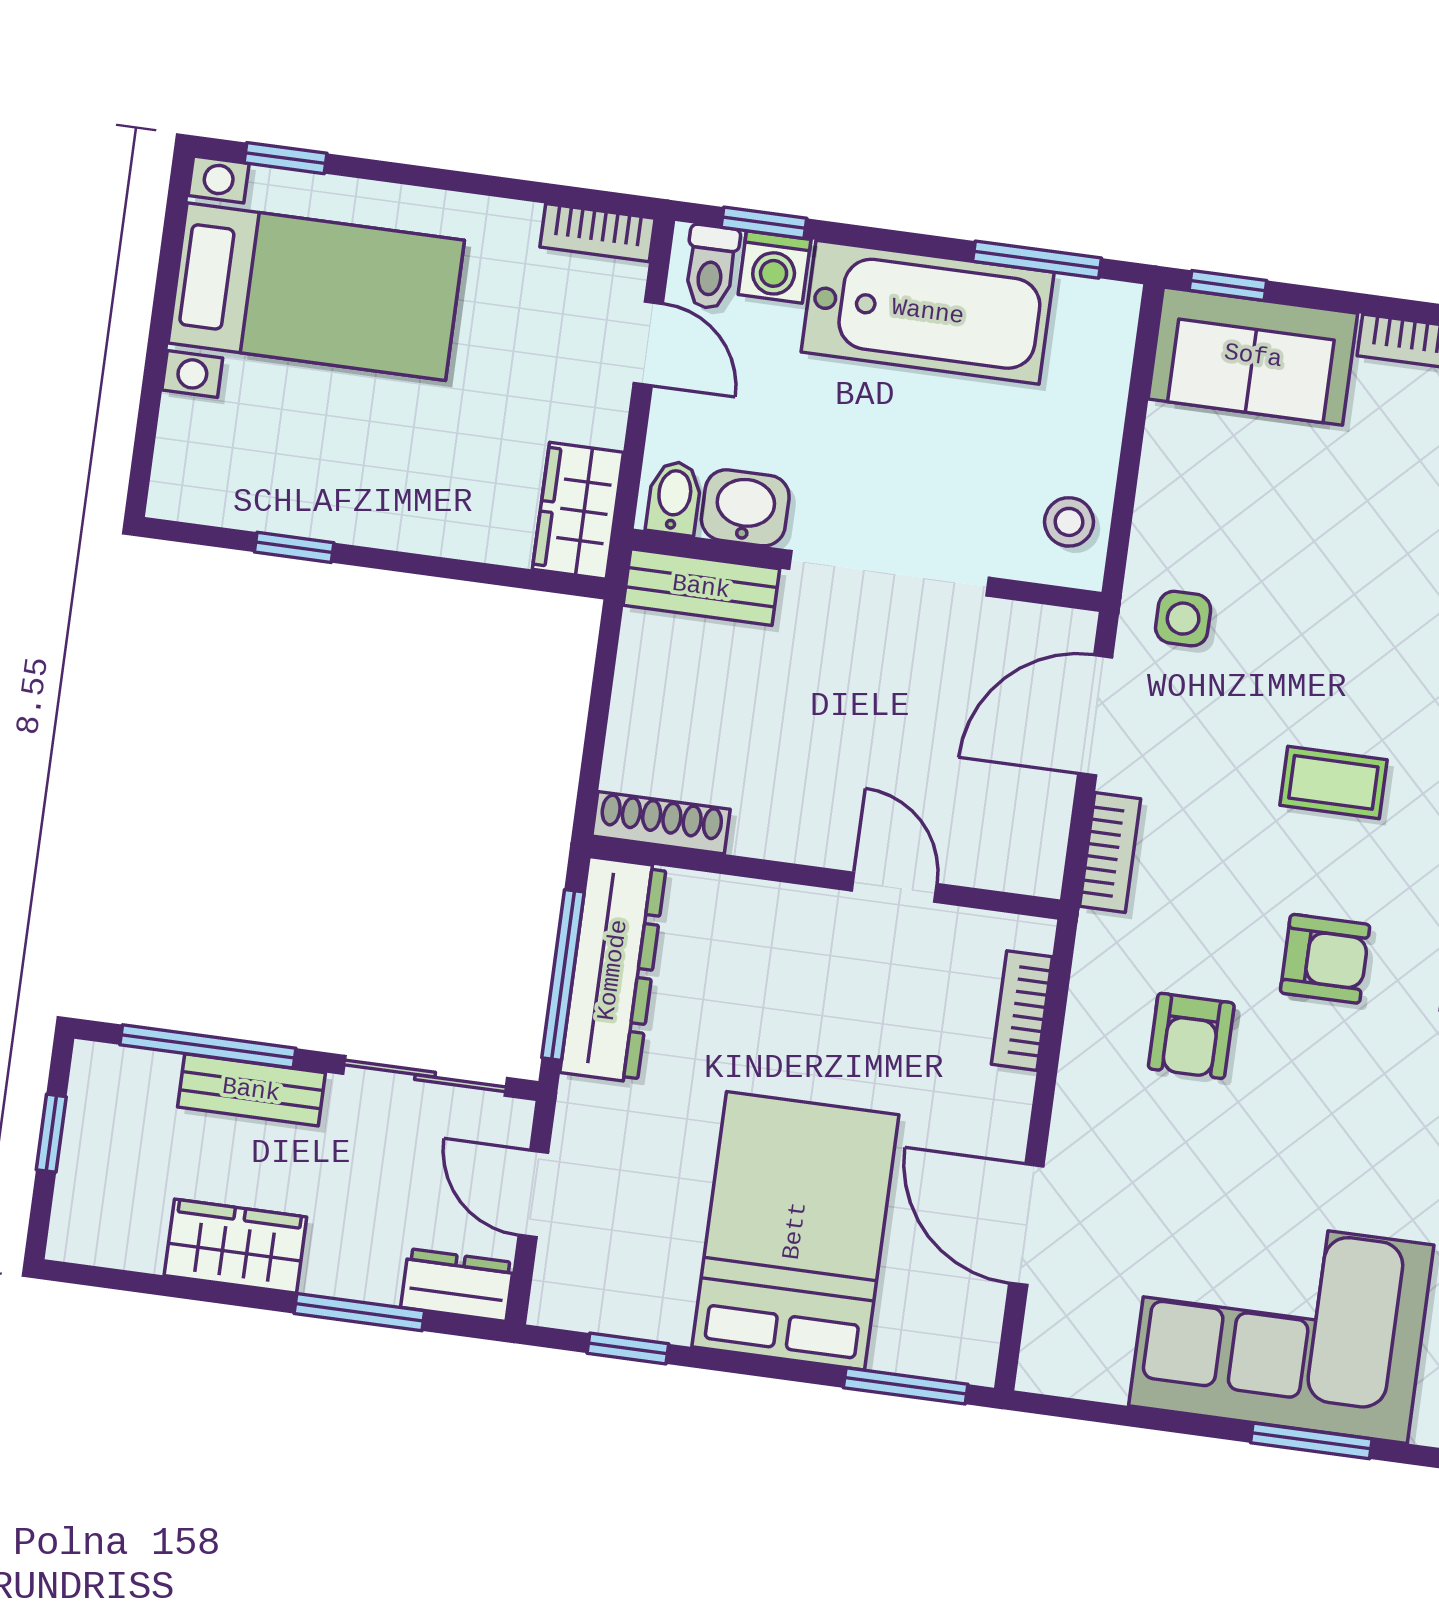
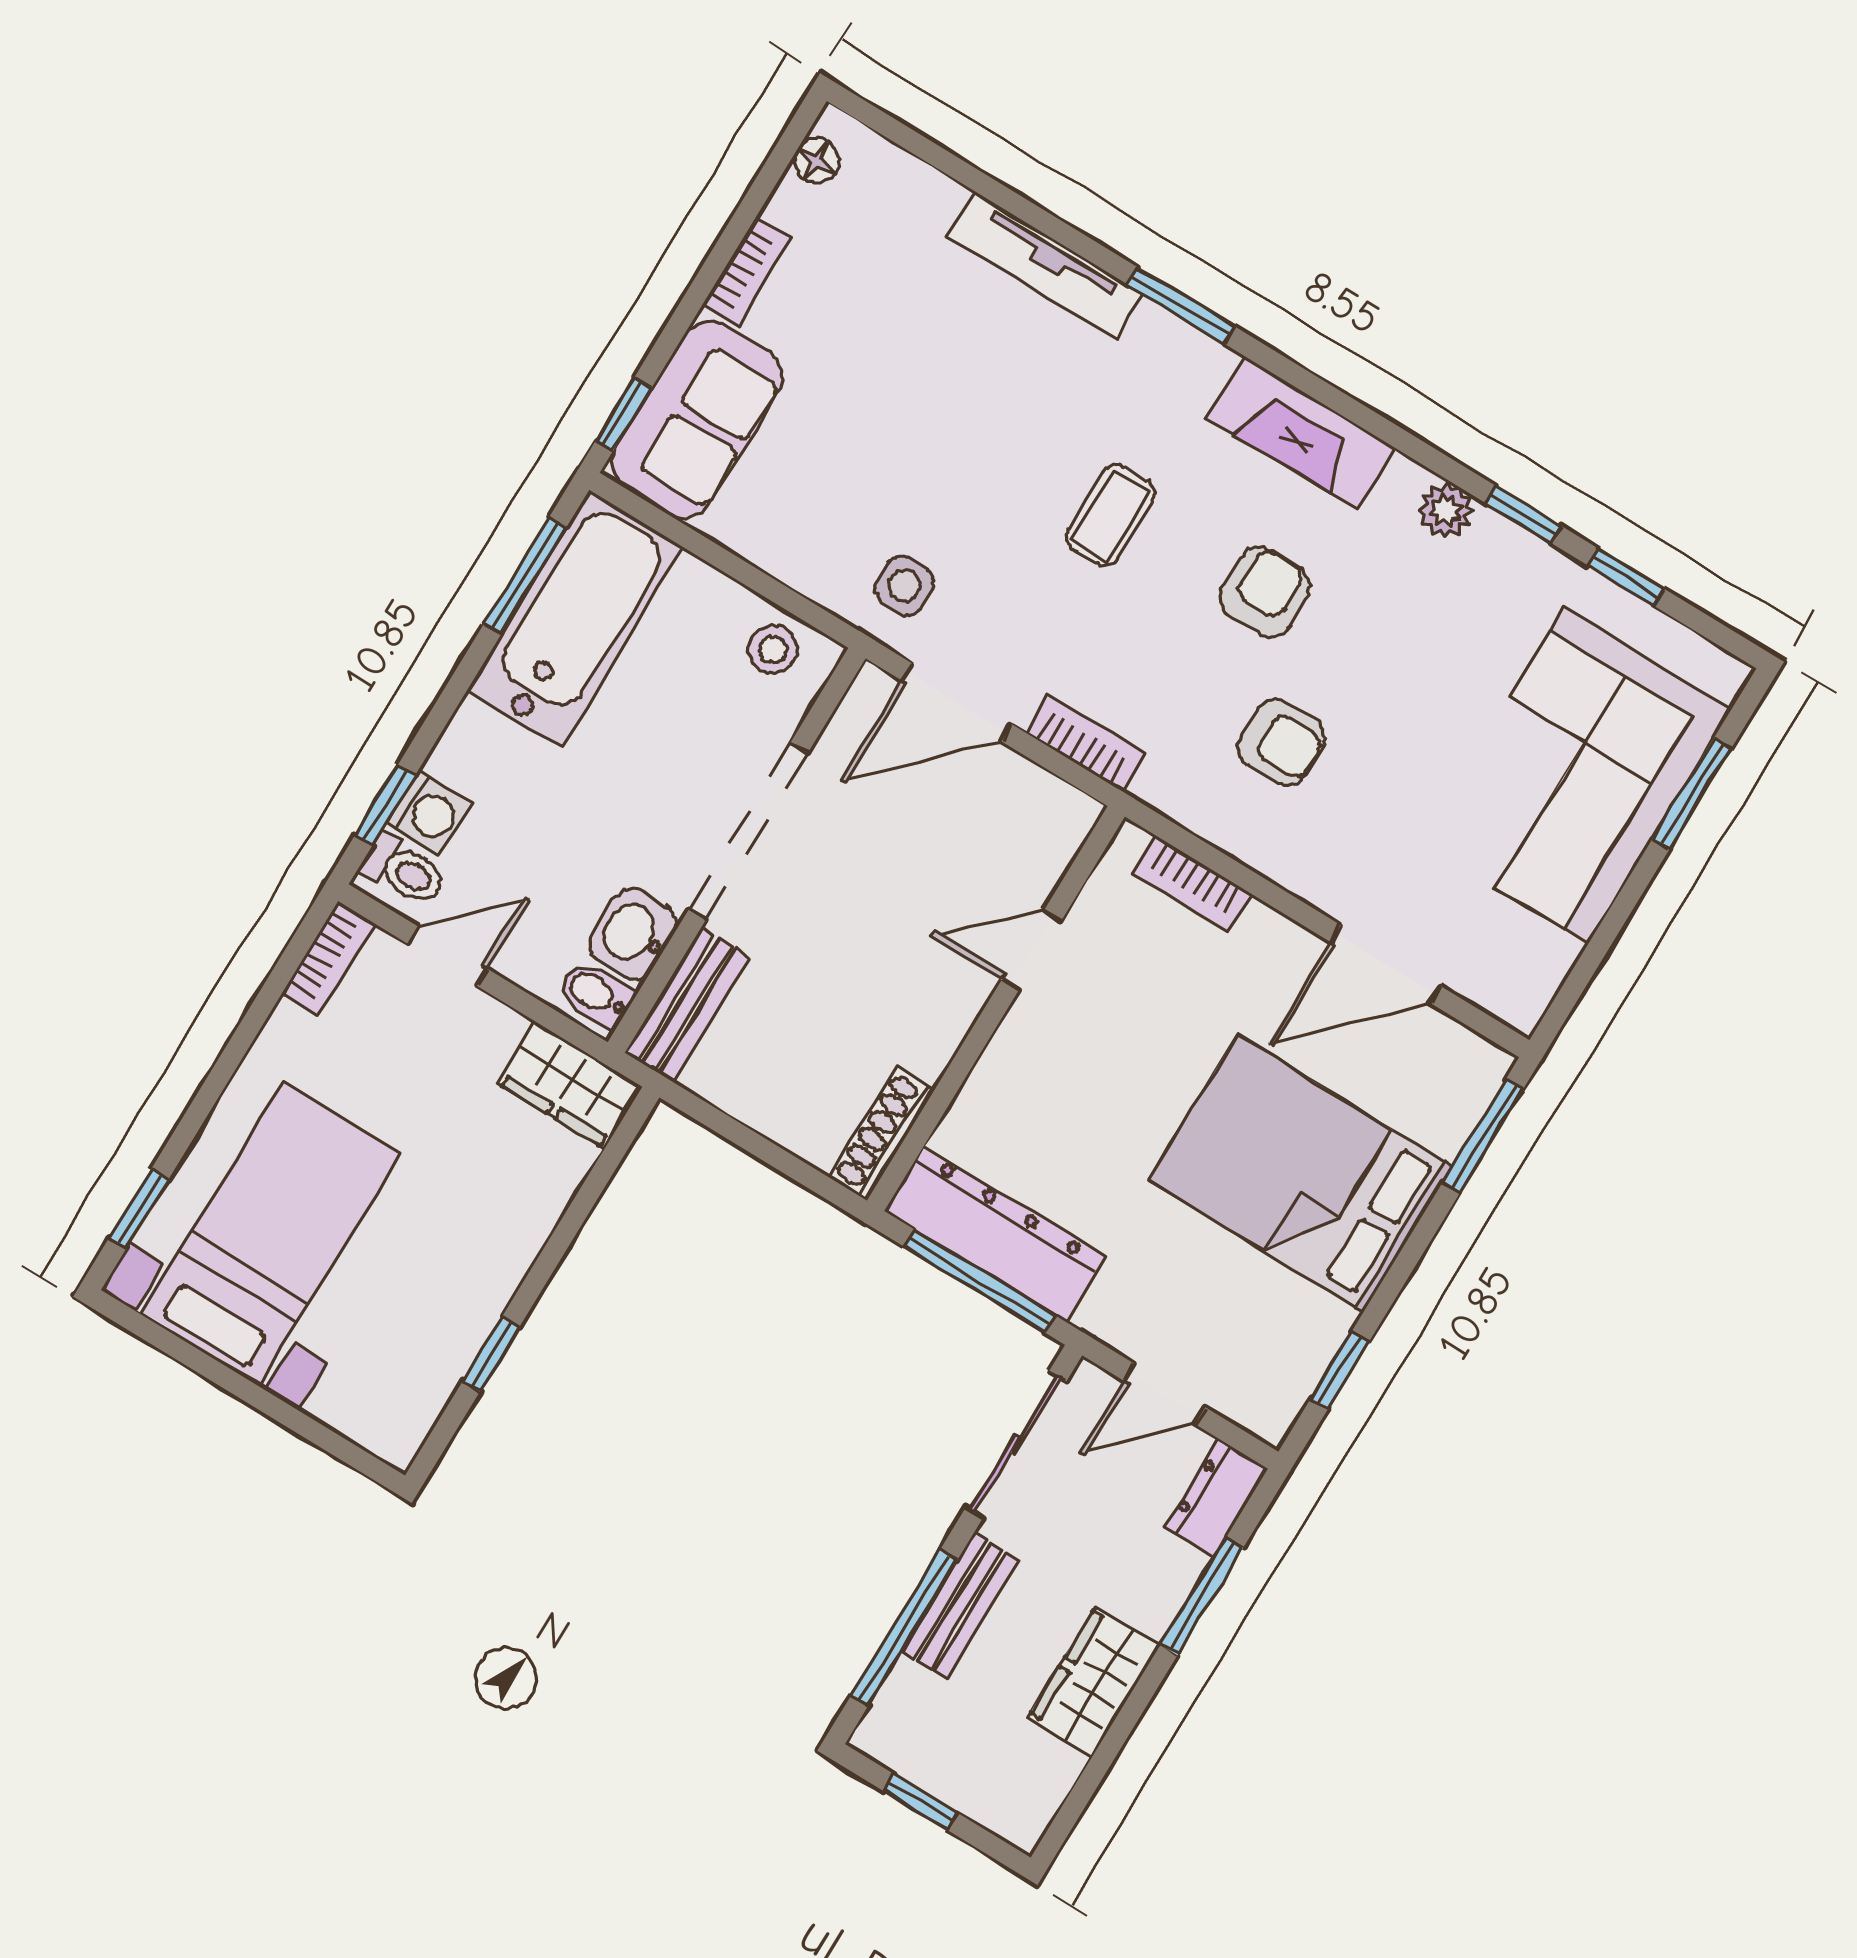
bathtub: (928, 312) -> (575, 619), moved
door: (1095, 715) -> (957, 702), hinge flipped

